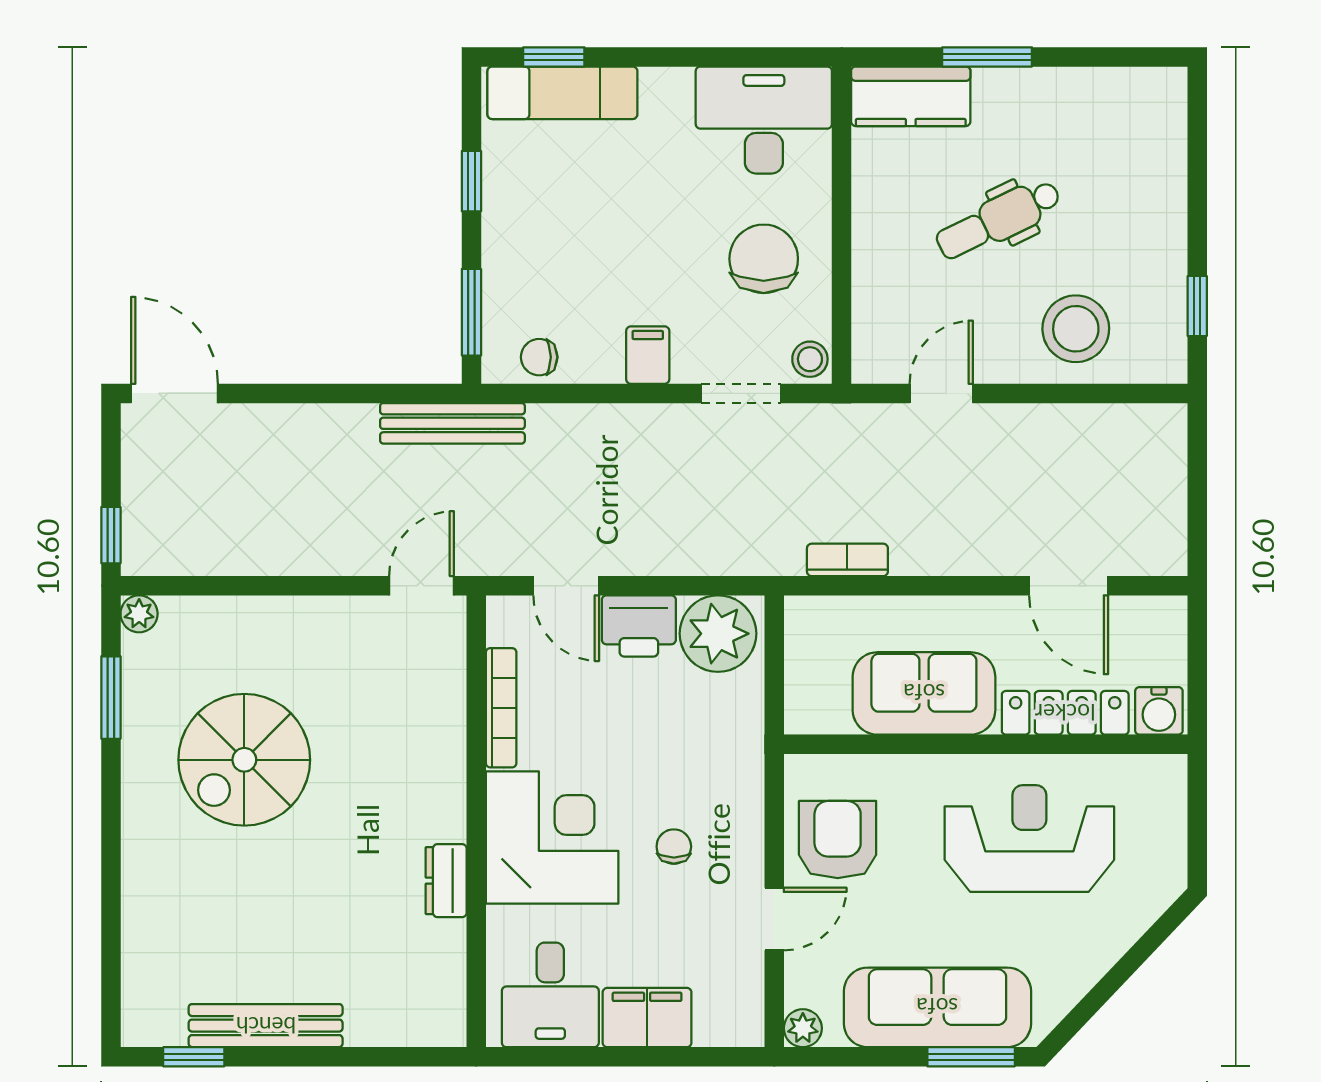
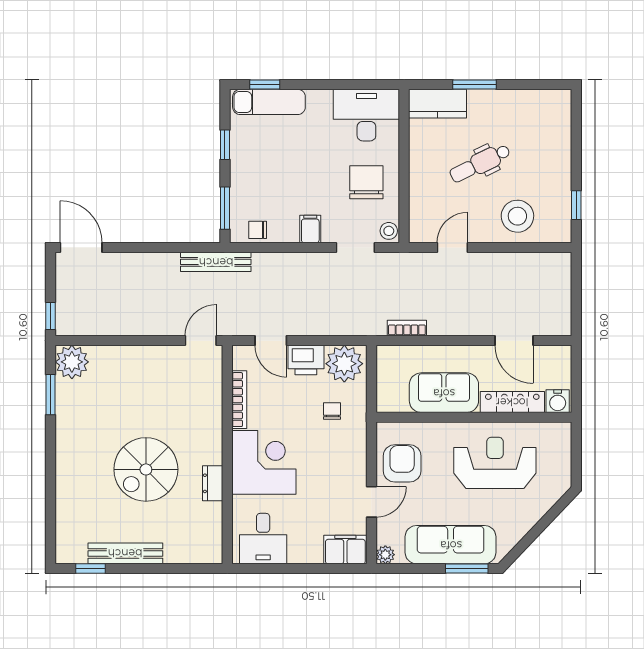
plant: (139, 614) -> (72, 362), width x1.88, depth x1.88
spiral stairs: (244, 760) -> (146, 469), moved
chair: (674, 847) -> (332, 411), moved
filing cabinet: (647, 1018) -> (345, 550), moved

